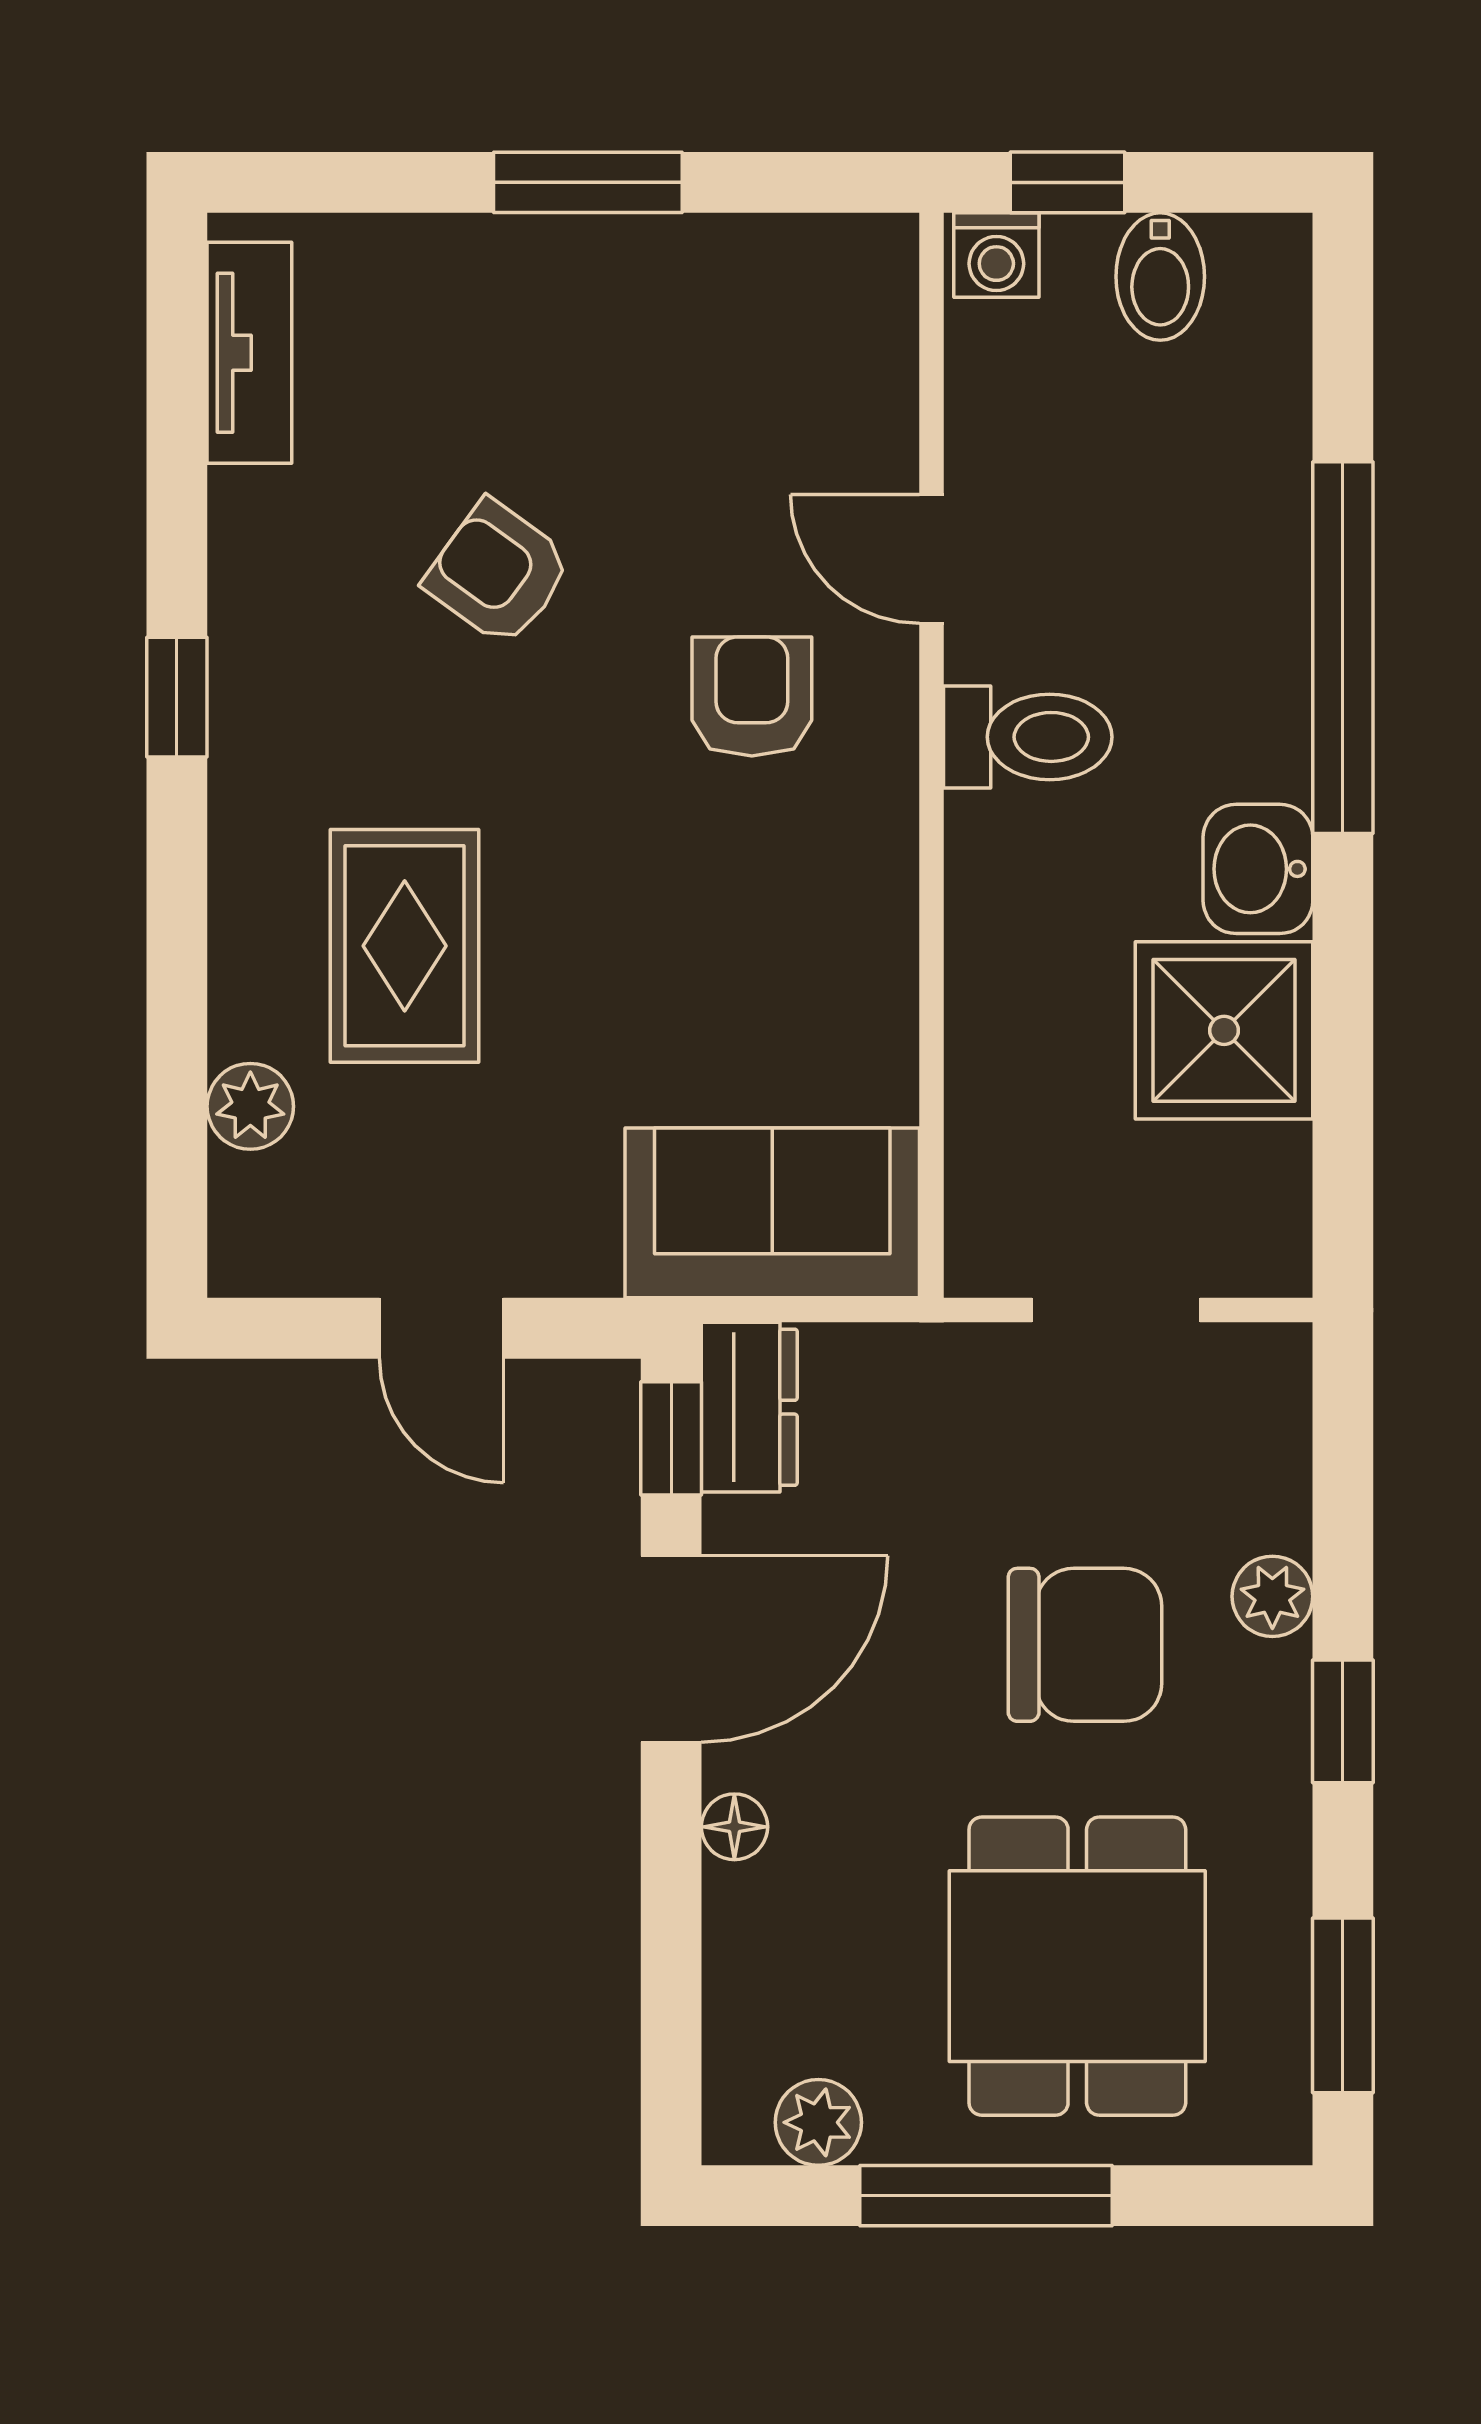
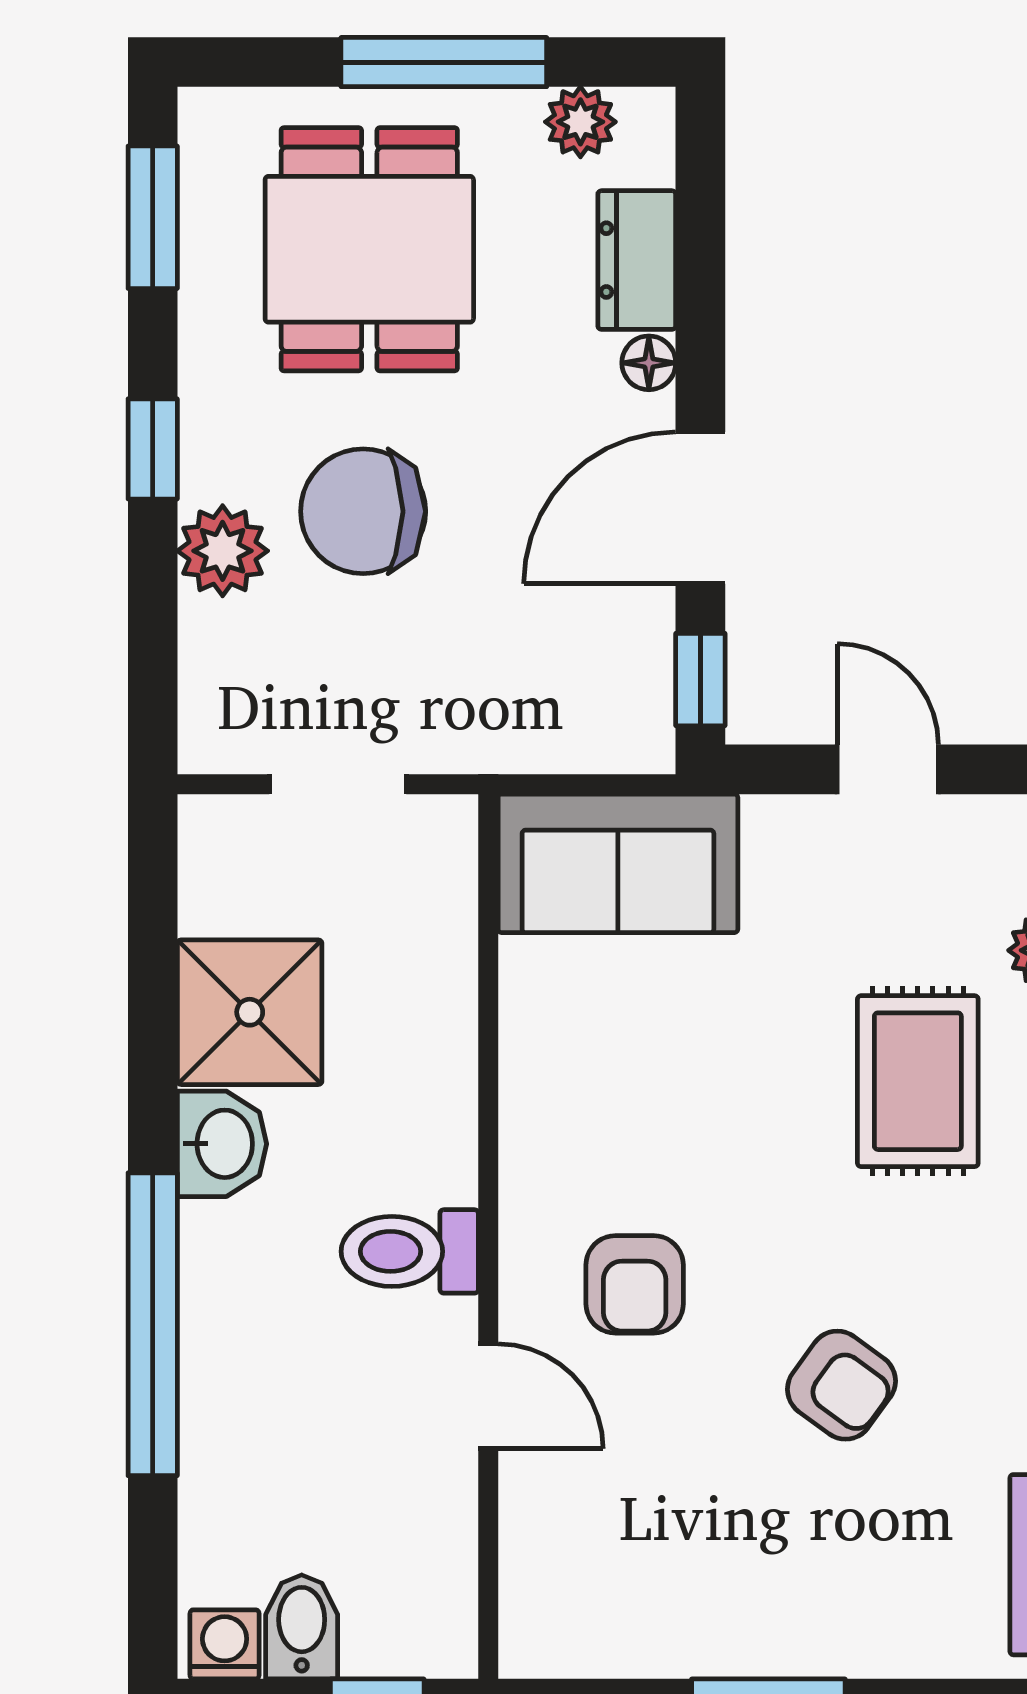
washing machine: (996, 255) -> (225, 1644), moved
dresser: (749, 1407) -> (637, 260), moved
plant: (1272, 1596) -> (223, 551), width x1.38, depth x1.38

